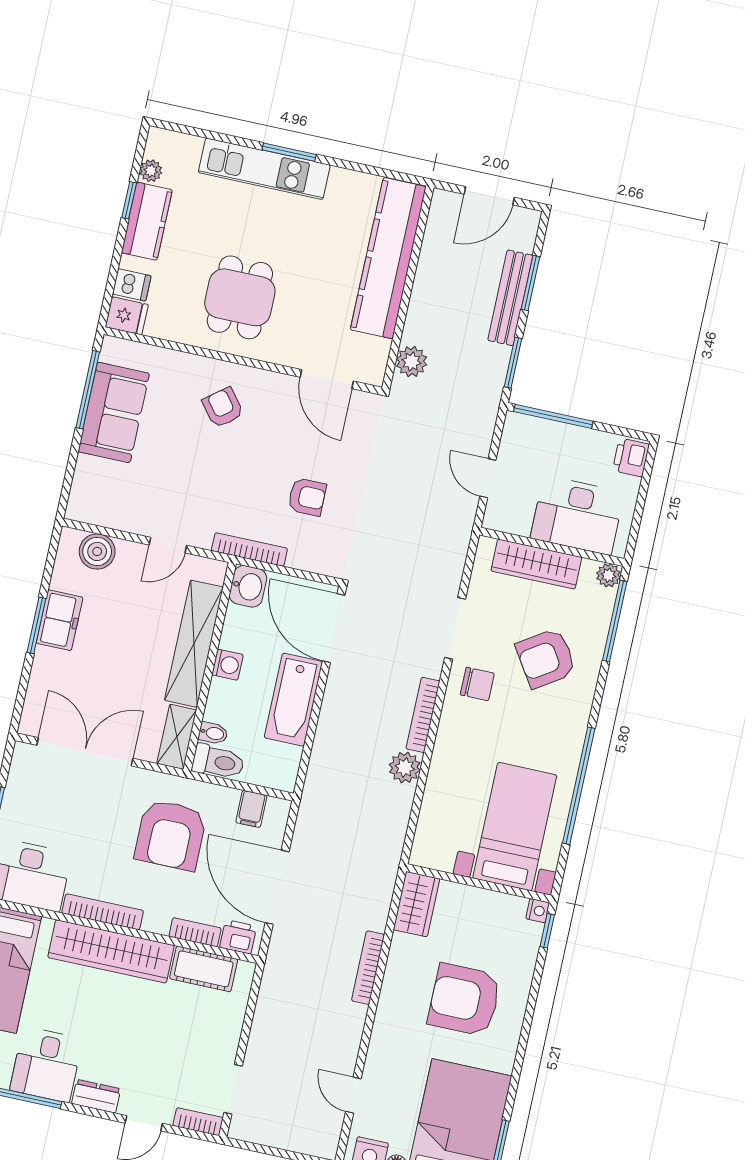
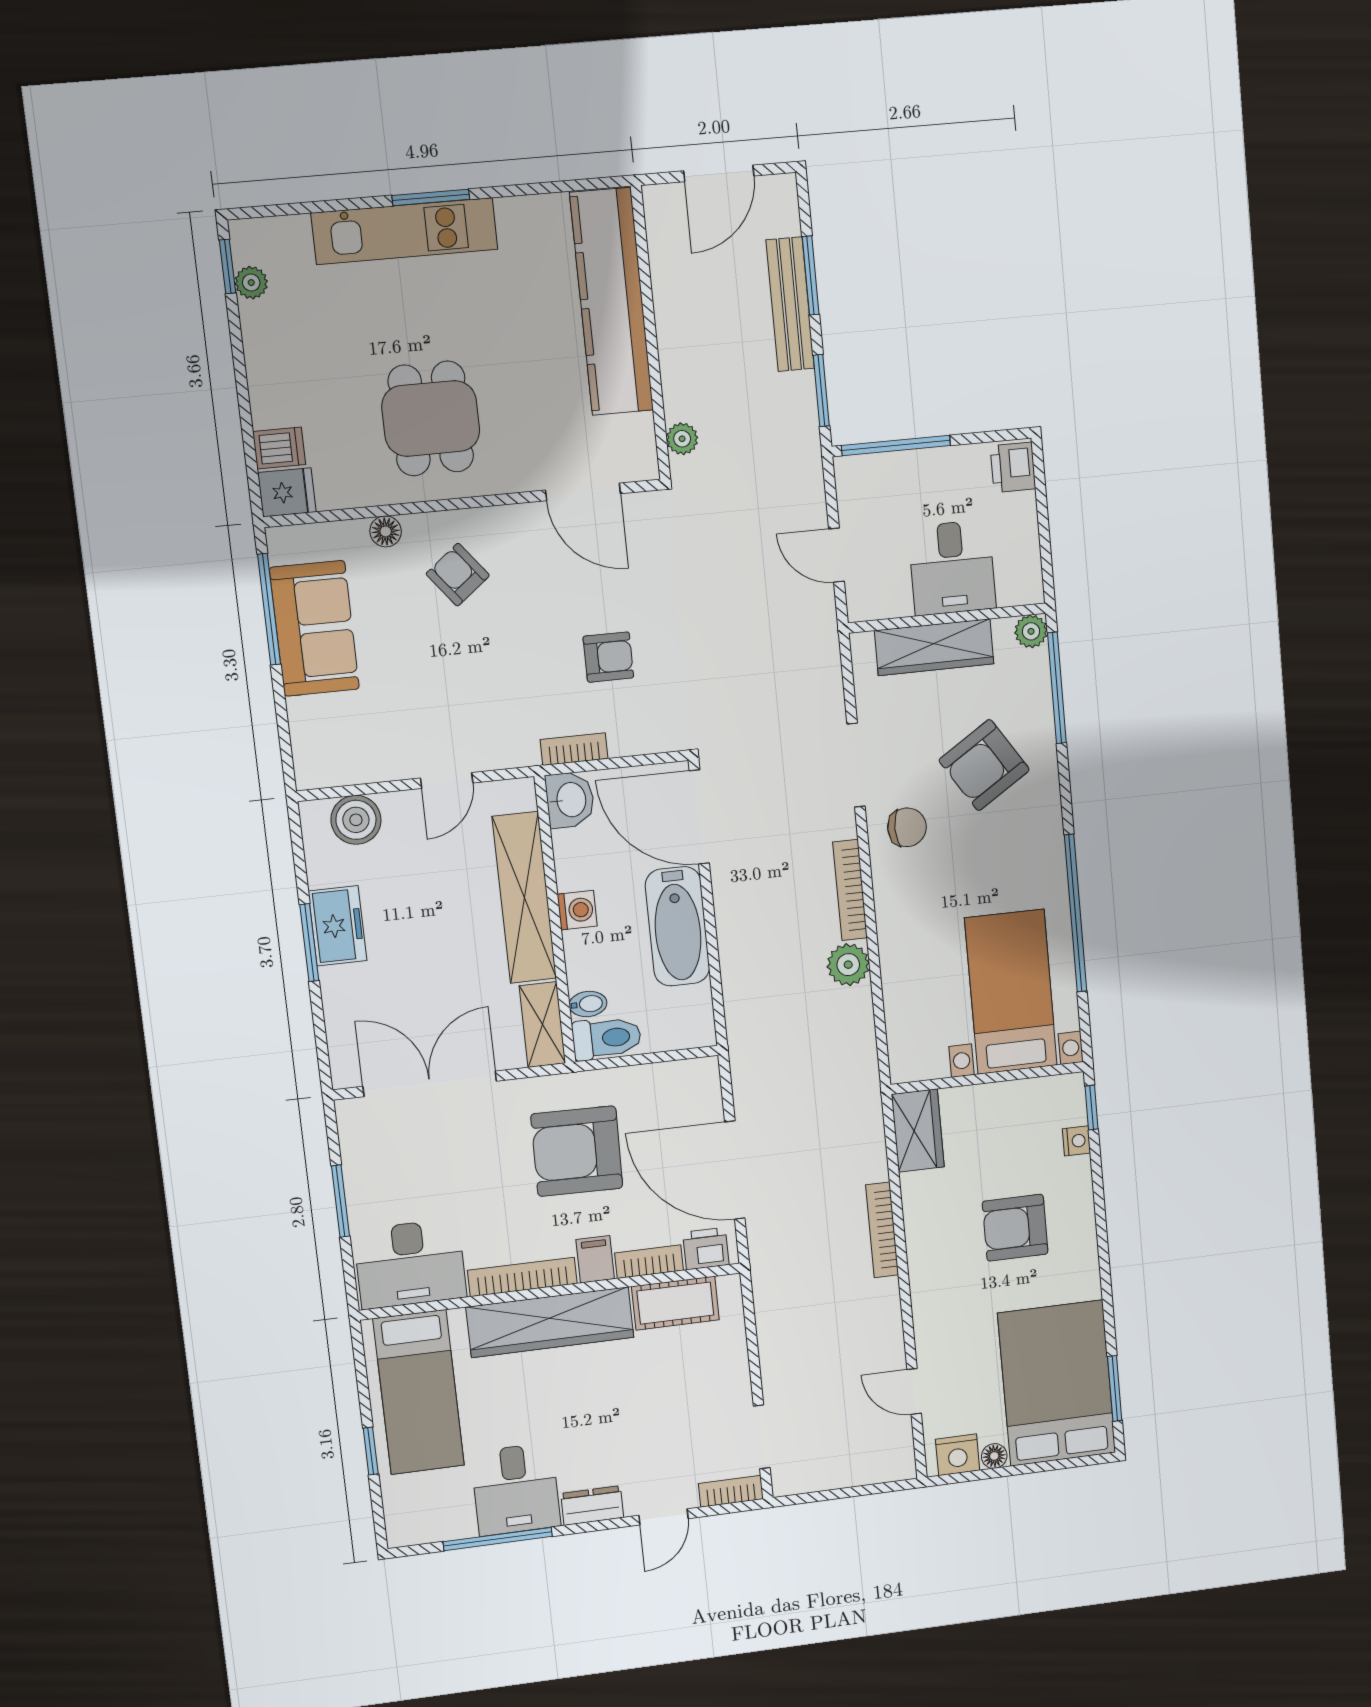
window: (129, 200) -> (228, 266), moved
kitchen counter: (147, 221) -> (270, 354), removed
plant: (412, 362) -> (682, 439), width x0.73, depth x0.73
floor lamp: (184, 363) -> (386, 531), added
desk: (577, 515) -> (952, 568), width x0.73
bookcase: (249, 549) -> (574, 749), width x0.64
filing cabinet: (251, 809) -> (595, 1259), moved, turned 180
armchair: (171, 835) -> (577, 1151), turned 91
nightstand: (538, 911) -> (1077, 1141), moved
armchair: (464, 1000) -> (1015, 1228), width x0.73, depth x0.73

